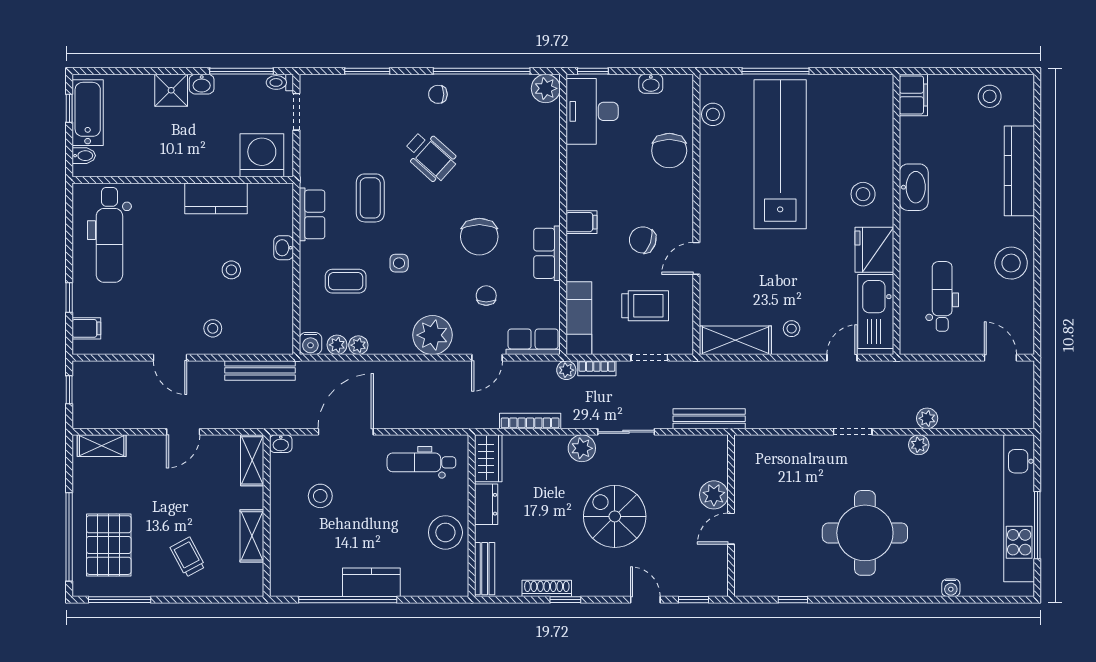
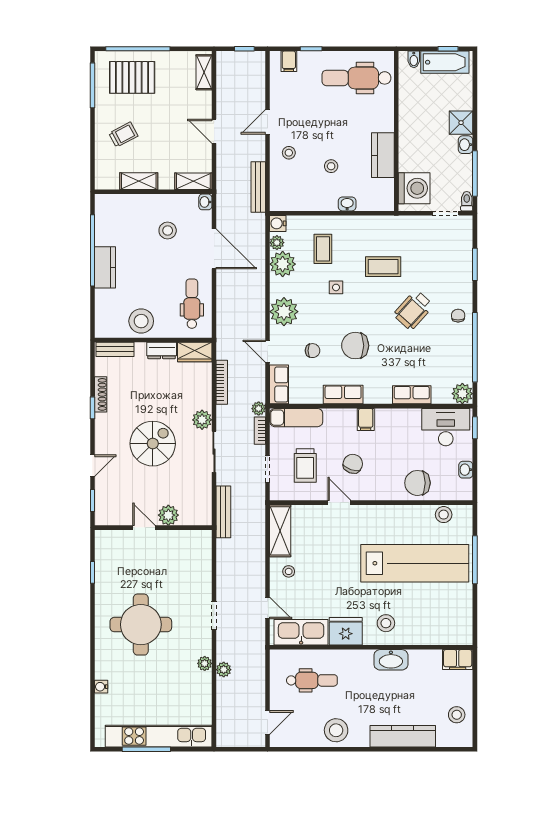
row of seats: (312, 214) -> (412, 395), moved, turned 180
plant: (358, 345) -> (283, 264), width x1.88, depth x1.88

